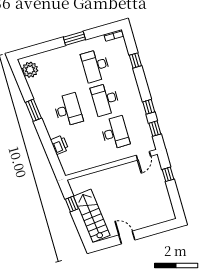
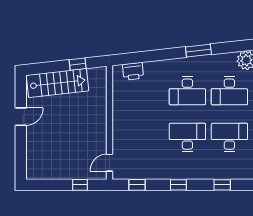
window: (149, 107) -> (178, 185), moved
desk: (115, 133) -> (229, 91), moved
printer: (60, 145) -> (133, 71), moved
door: (143, 156) -> (110, 163), hinge flipped

